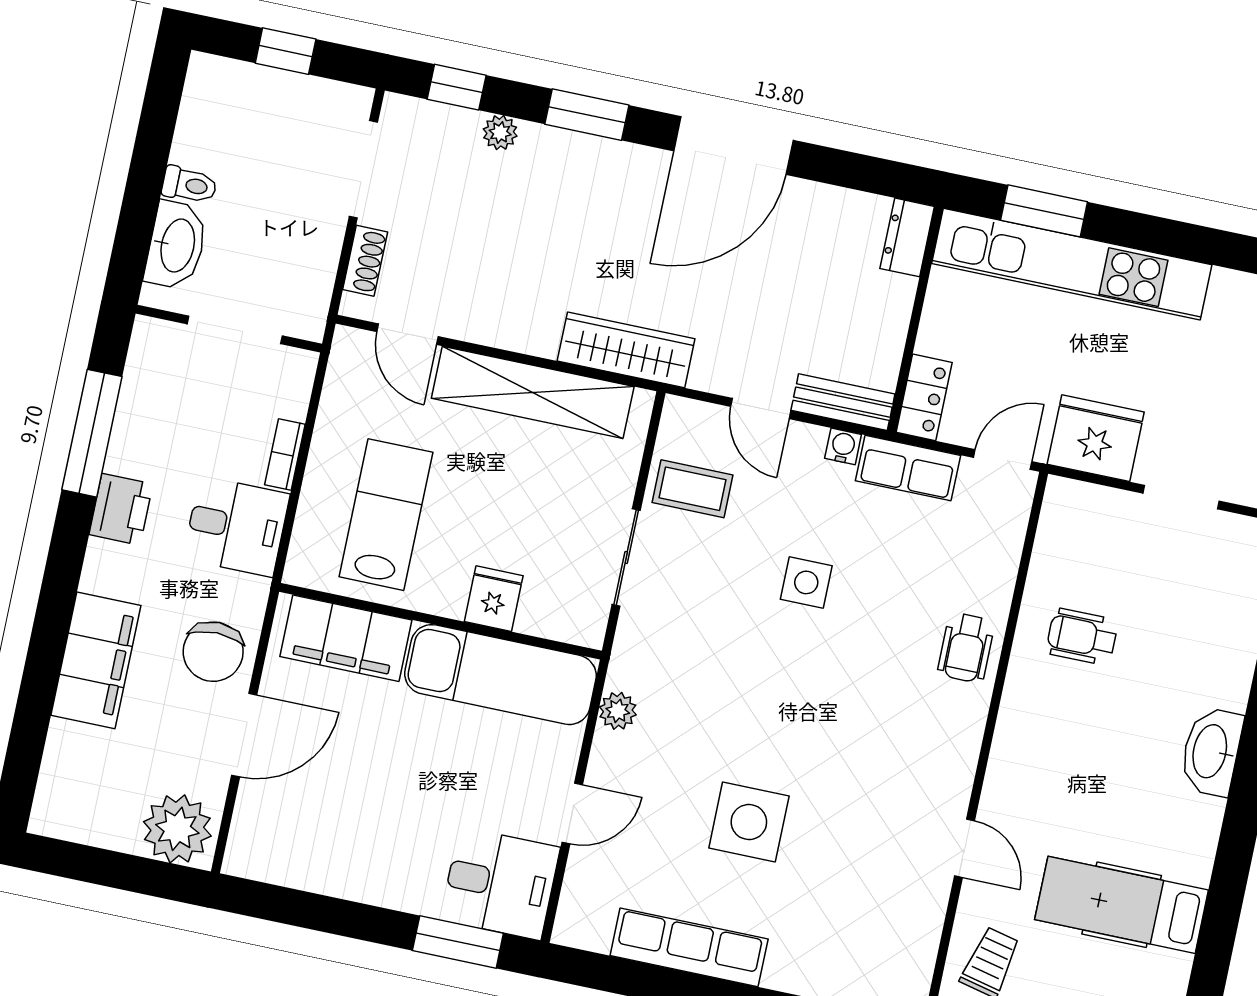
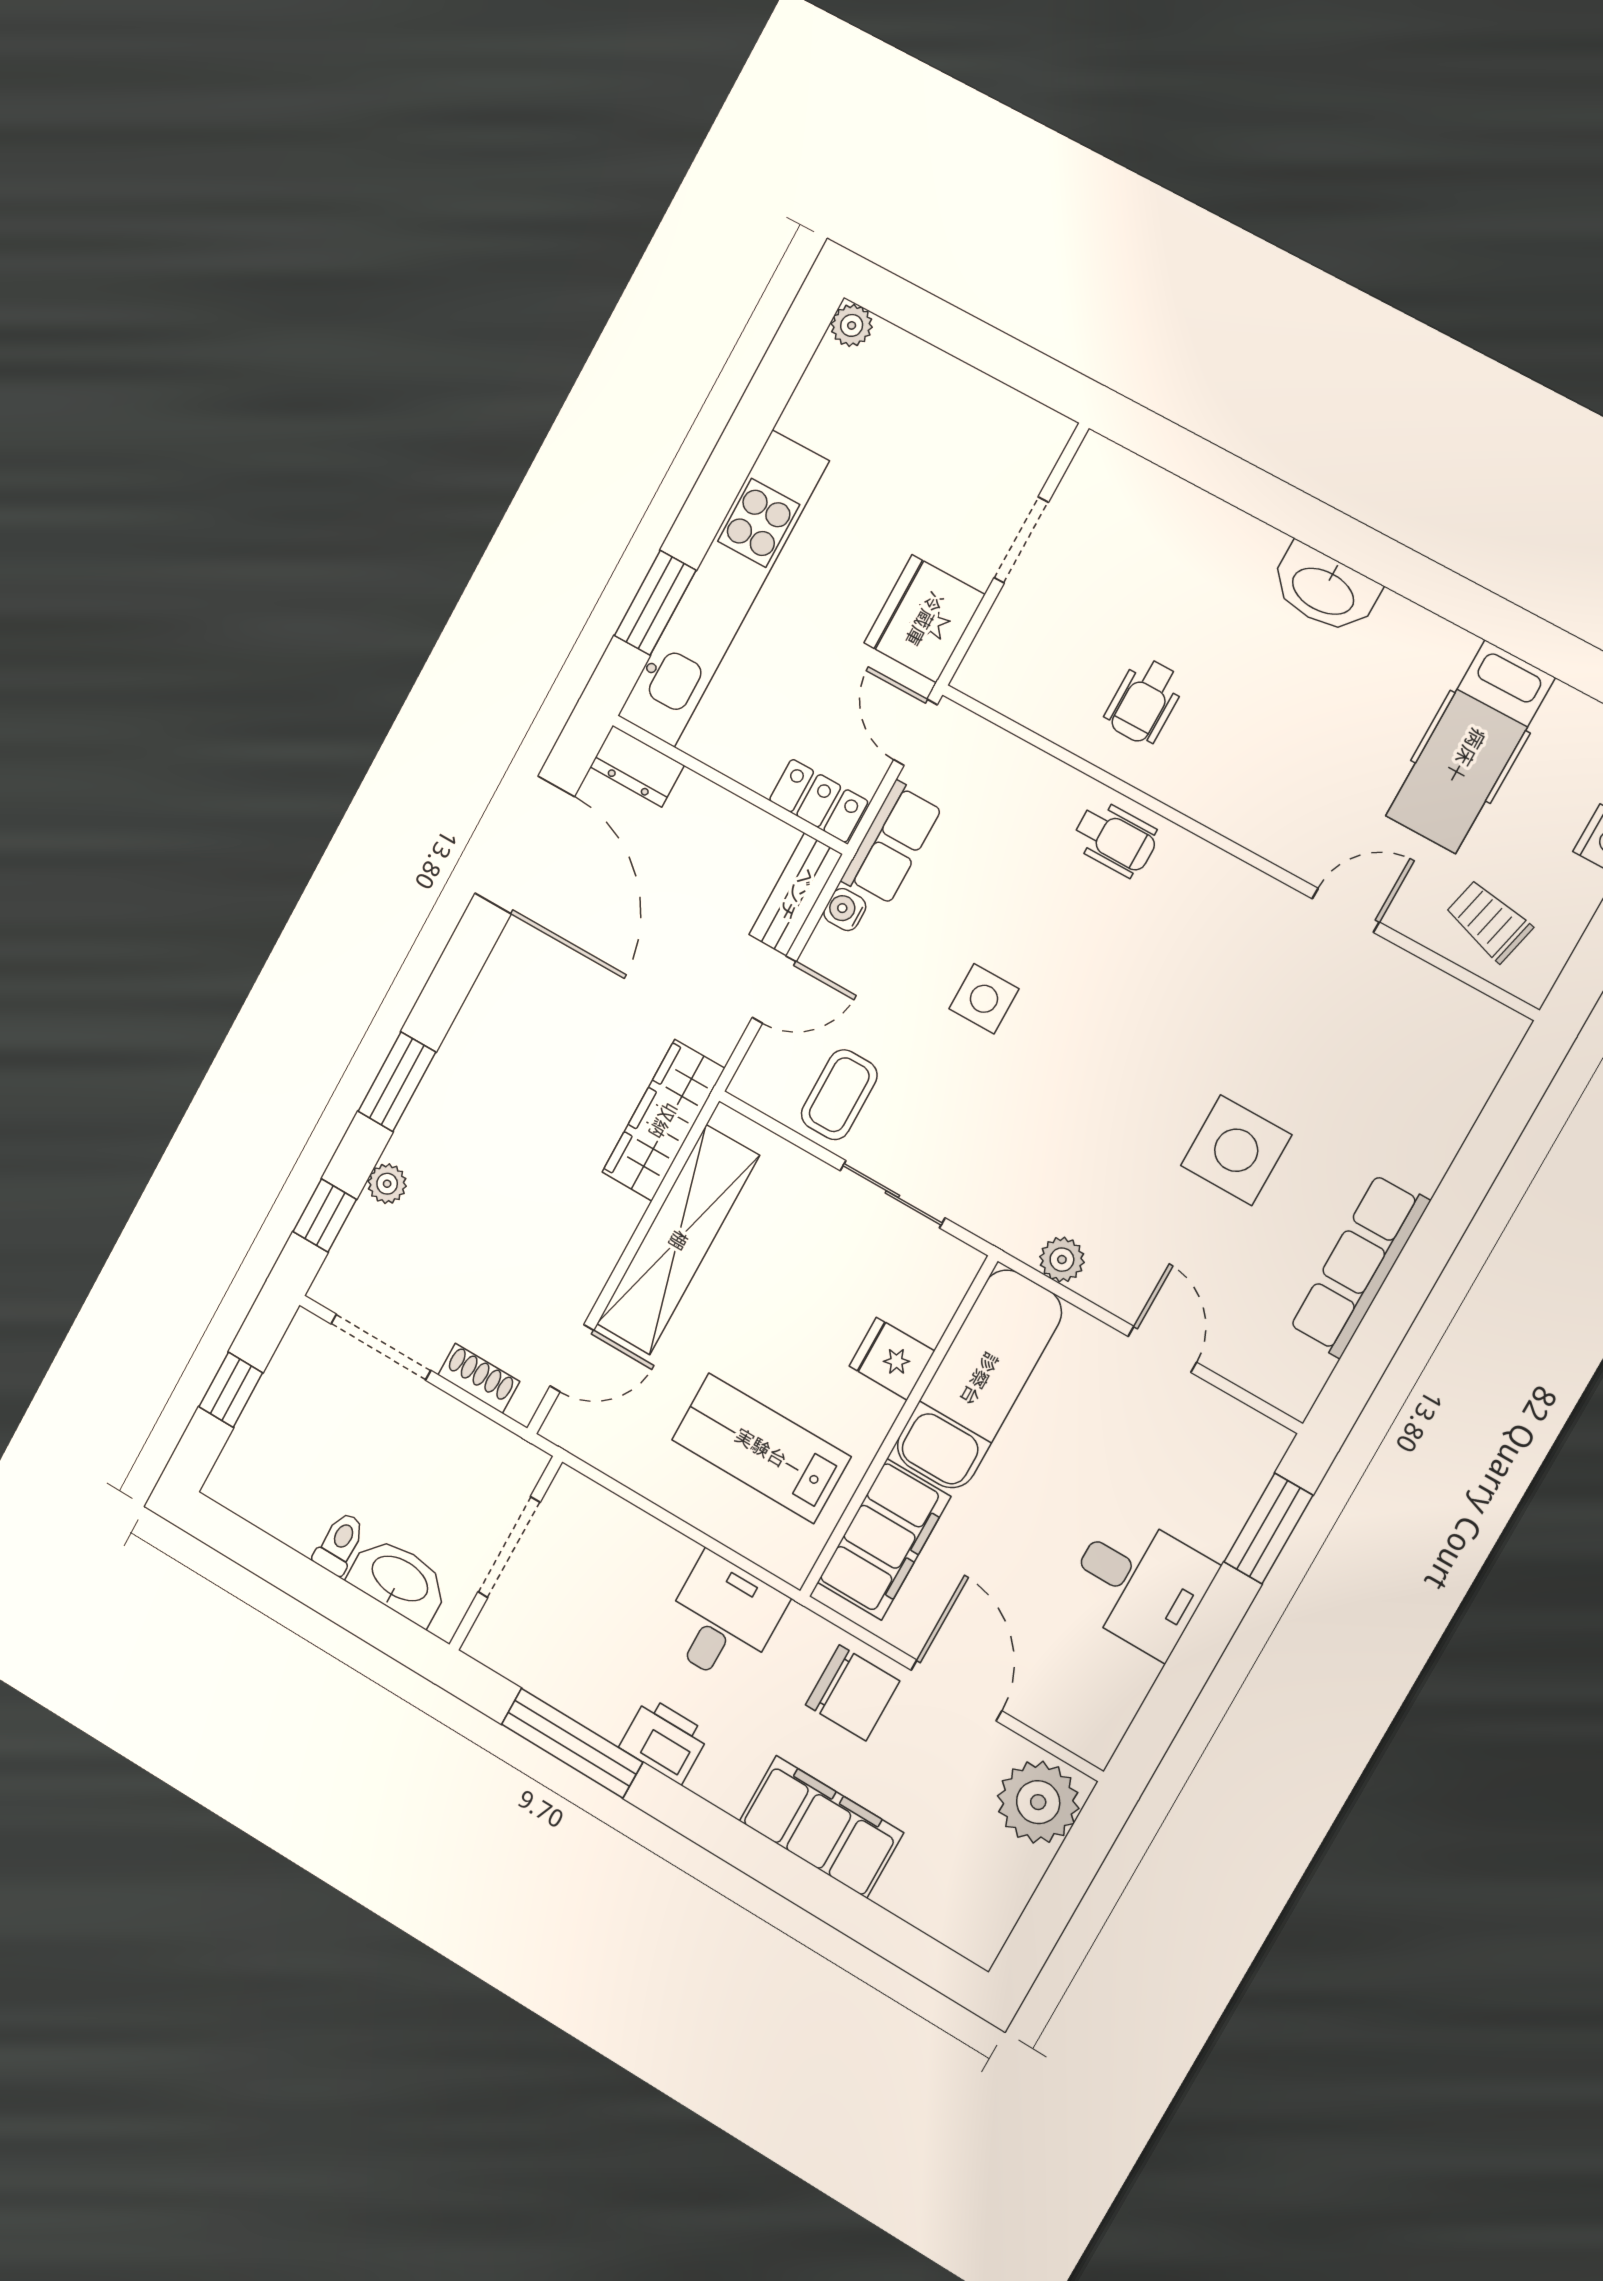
door: (733, 146) -> (525, 845), moved
bookcase: (285, 454) -> (661, 1538), removed
desk: (500, 883) -> (1140, 1583), moved, turned 90

